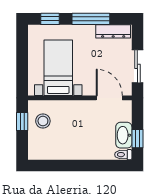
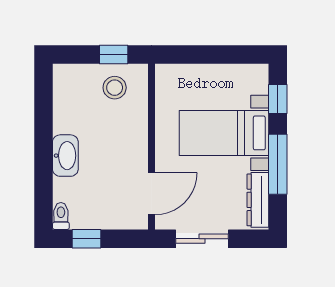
bed with nightstands: (58, 68) -> (224, 133), moved, turned 180
washbasin: (124, 135) -> (65, 156), moved, turned 90

